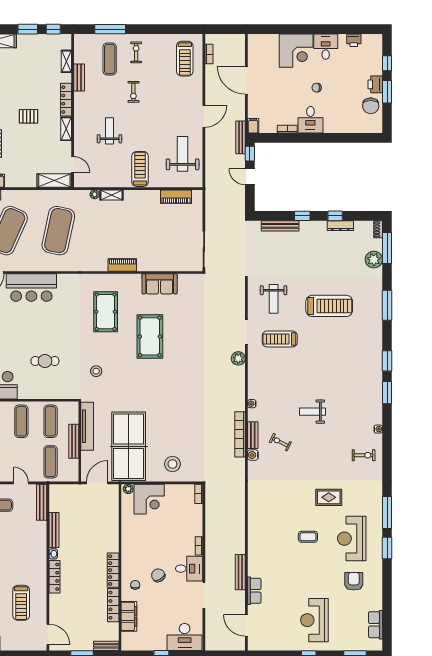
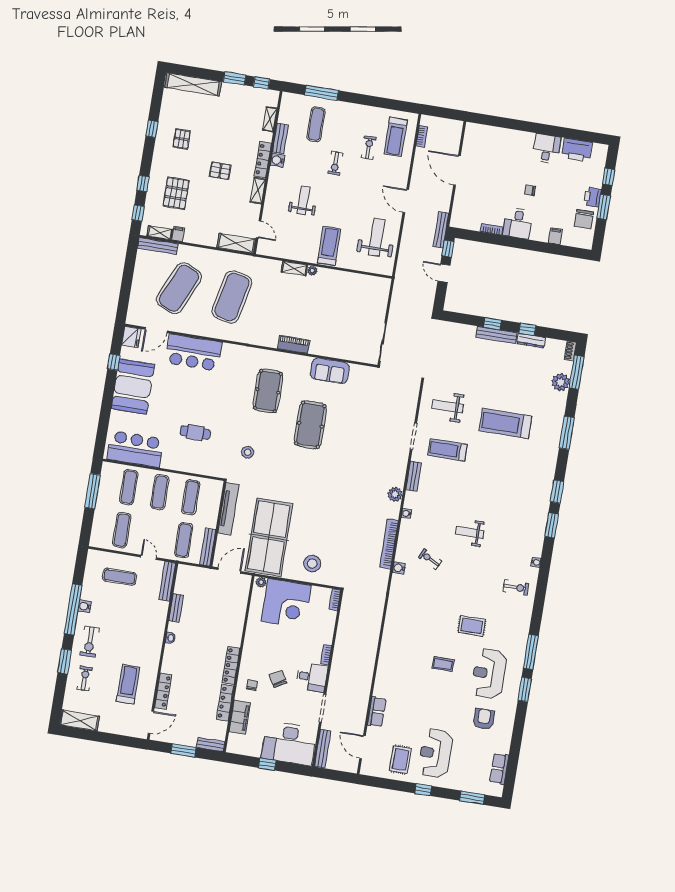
printer: (354, 40) -> (577, 150), width x1.87, depth x1.48
corner desk: (296, 51) -> (515, 148), removed
exercise bike: (136, 52) -> (369, 148), moved
water cooler: (80, 98) -> (278, 160), added
door: (204, 116) -> (406, 201), swing flipped
filing cabinet: (253, 126) -> (555, 236), moved
plant: (95, 194) -> (312, 271), moved
piano: (176, 197) -> (362, 281), removed
bench: (280, 226) -> (497, 335), moved
weight bench: (274, 299) -> (448, 406), turned 90
treadmill: (329, 306) -> (505, 424), turned 180
plant: (238, 358) -> (395, 494), moved
bench: (253, 435) -> (414, 476), moved
bench: (74, 441) -> (208, 547), moved
corner desk: (149, 499) -> (286, 603), width x1.36, depth x1.36
bench: (54, 530) -> (176, 608), width x0.73
bench: (240, 572) -> (323, 749), moved
locker: (54, 577) -> (163, 691), moved
treadmill: (21, 603) -> (128, 684), turned 180
rug: (283, 631) -> (400, 759), added
door: (48, 634) -> (151, 722), hinge flipped
desk: (185, 637) -> (289, 743), width x1.36, depth x1.30

